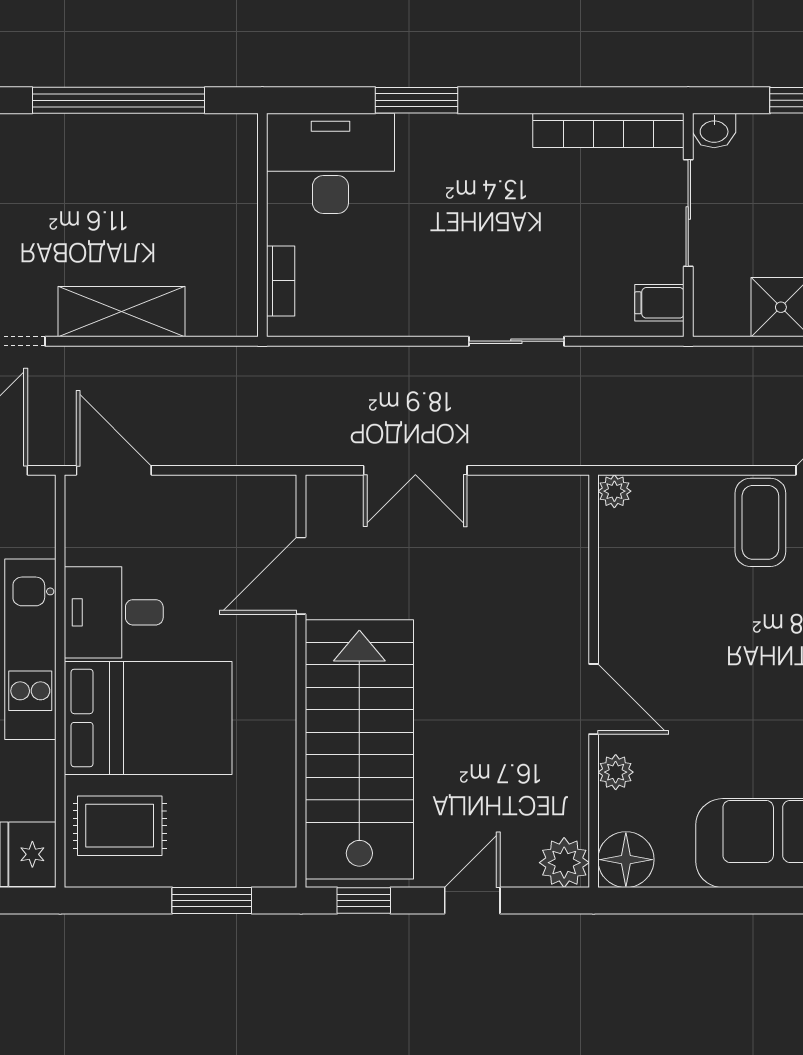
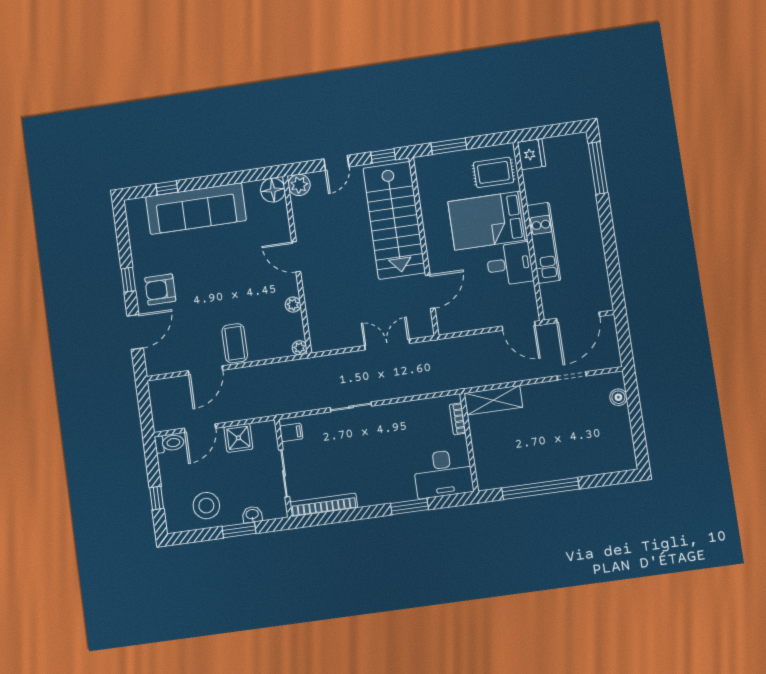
washbasin: (714, 131) -> (252, 515), moved
shelving: (122, 312) -> (493, 400), moved
plant: (616, 772) -> (293, 305), moved

